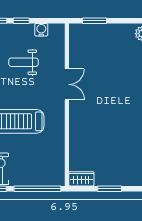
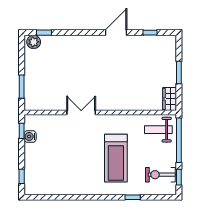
window: (21, 21) -> (22, 131), moved
weight bench: (23, 62) -> (158, 130), moved, turned 90

